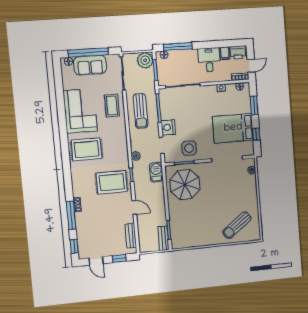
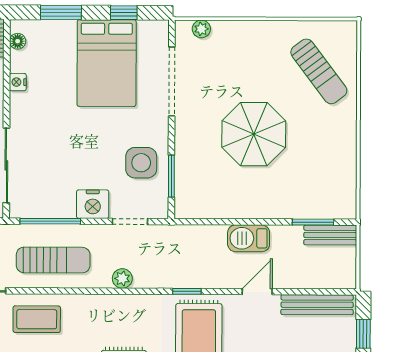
plant: (136, 156) -> (122, 278), moved
barbecue: (156, 172) -> (249, 238), moved
parasol: (185, 185) -> (254, 134), moved
bench: (131, 236) -> (317, 305), width x1.36

